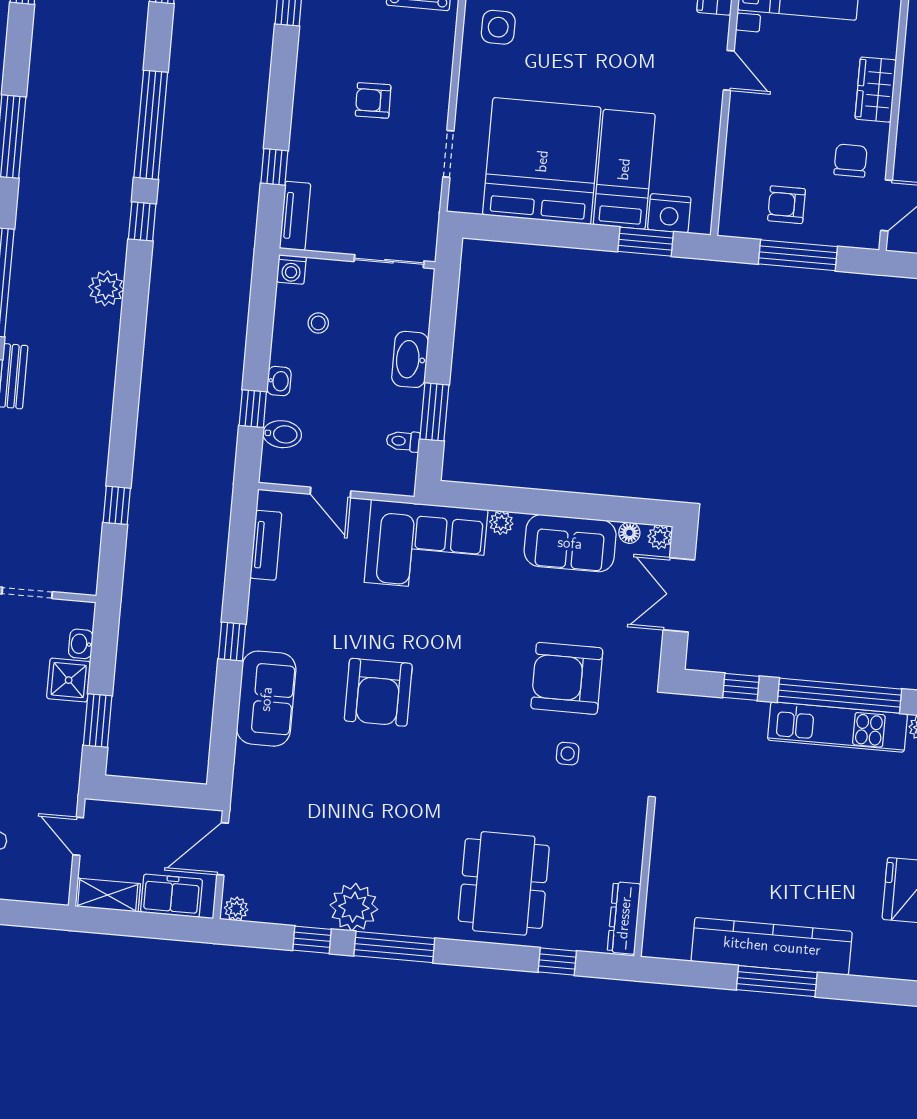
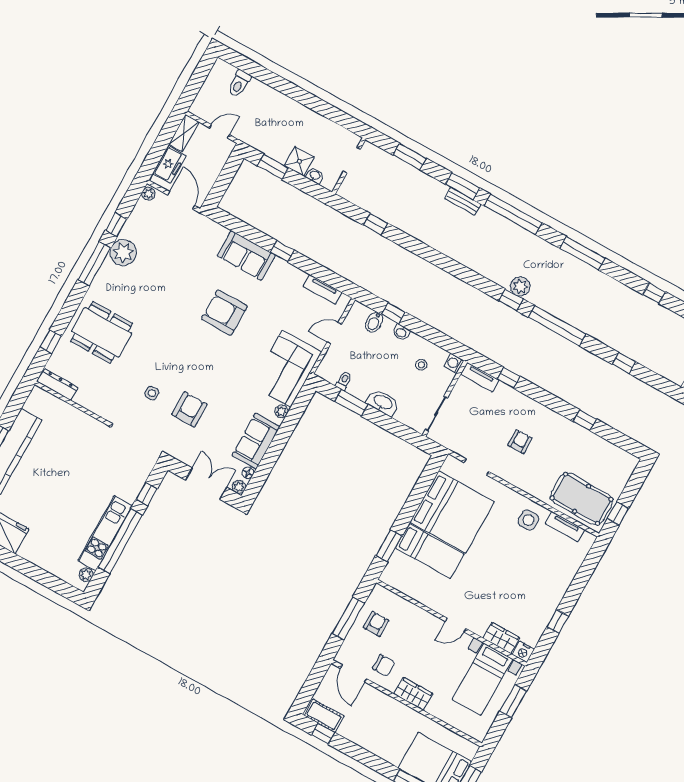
nightstand: (669, 213) -> (398, 564), removed
plant: (106, 288) -> (520, 286), moved
armchair: (567, 678) -> (189, 409), width x0.73, depth x0.73

